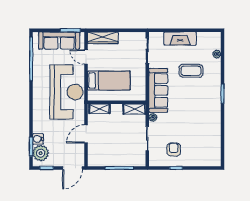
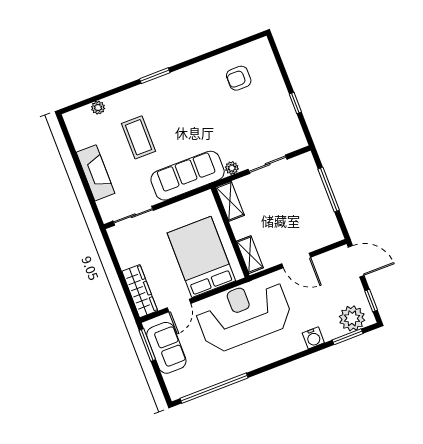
sofa: (59, 41) -> (166, 348), width x0.73
bed: (109, 80) -> (201, 257), width x1.50
water cooler: (38, 139) -> (313, 338), moved
armchair: (174, 149) -> (239, 78), moved

